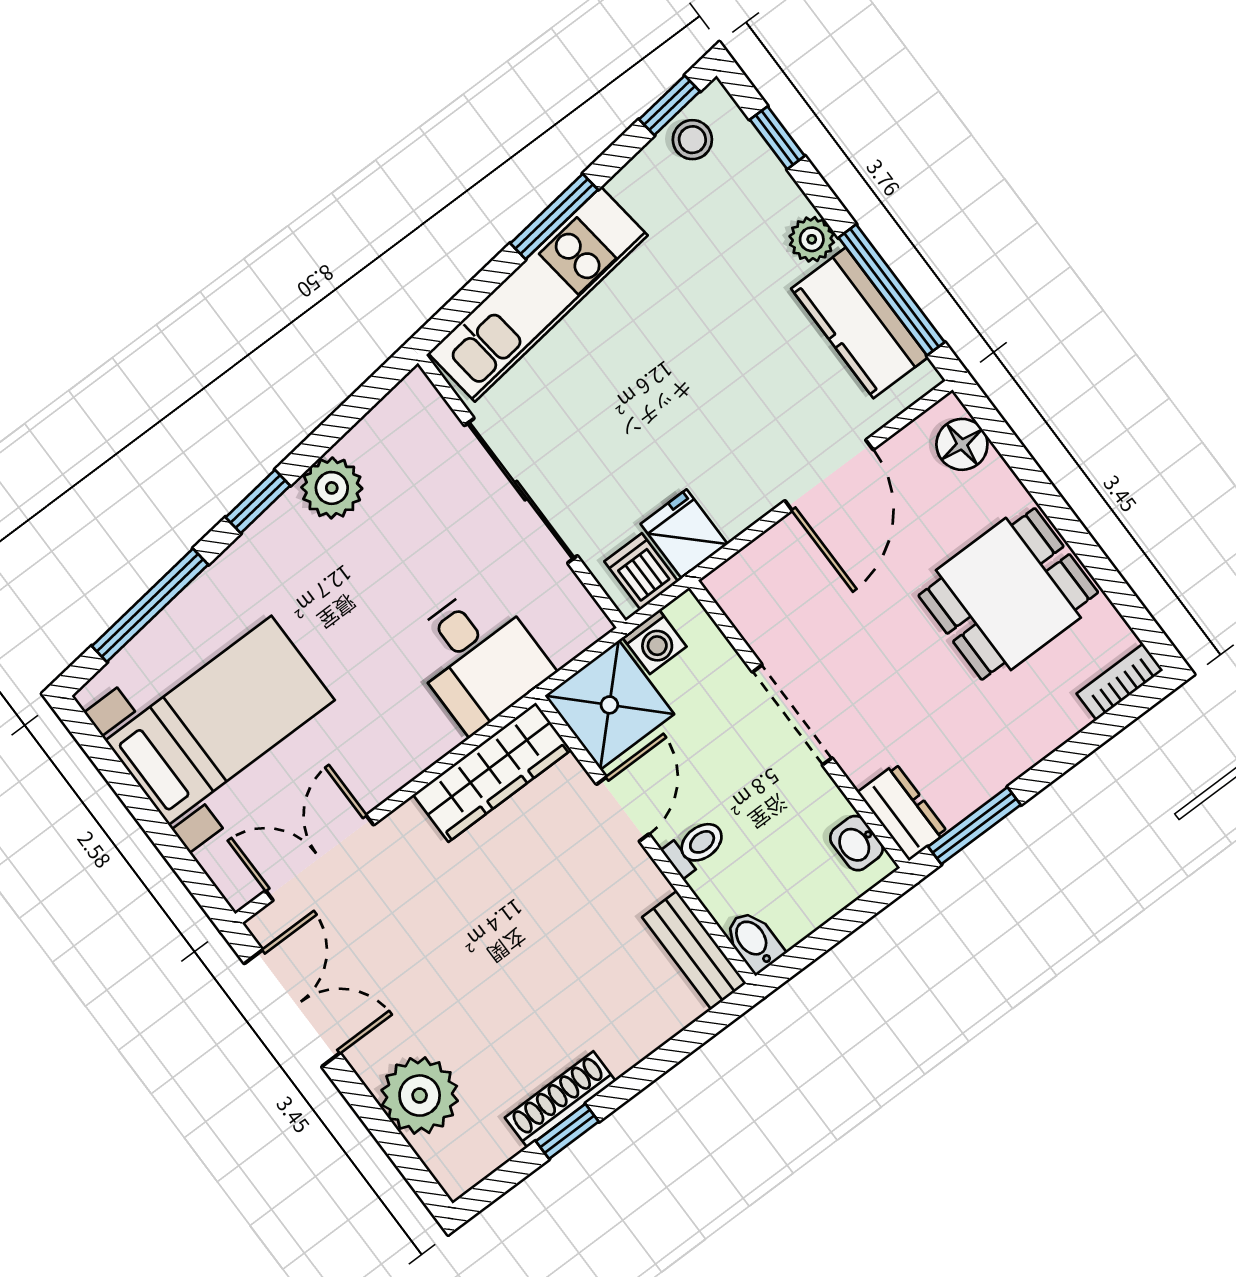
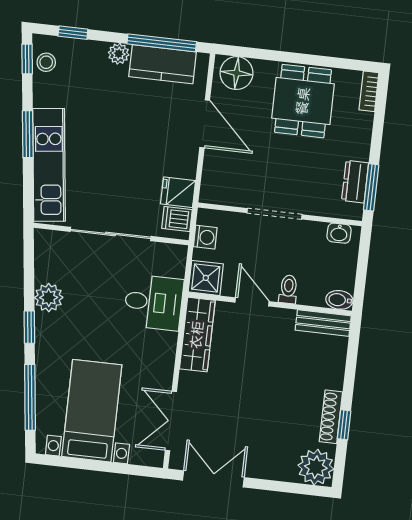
floor lamp: (962, 444) -> (237, 73), width x1.38, depth x1.38
shower: (609, 705) -> (206, 278), width x0.73, depth x0.73
dresser: (902, 812) -> (355, 182), moved, turned -90
plant: (420, 1096) -> (316, 467), moved

